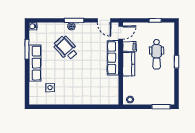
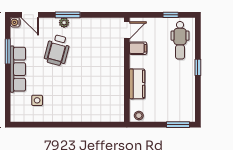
door: (104, 20) -> (30, 15), moved
wheelchair: (66, 48) -> (57, 50), turned -122
dental chair: (157, 54) -> (180, 40), moved
row of seats: (113, 58) -> (117, 62), removed
kitchen counter: (129, 64) -> (137, 84), moved

